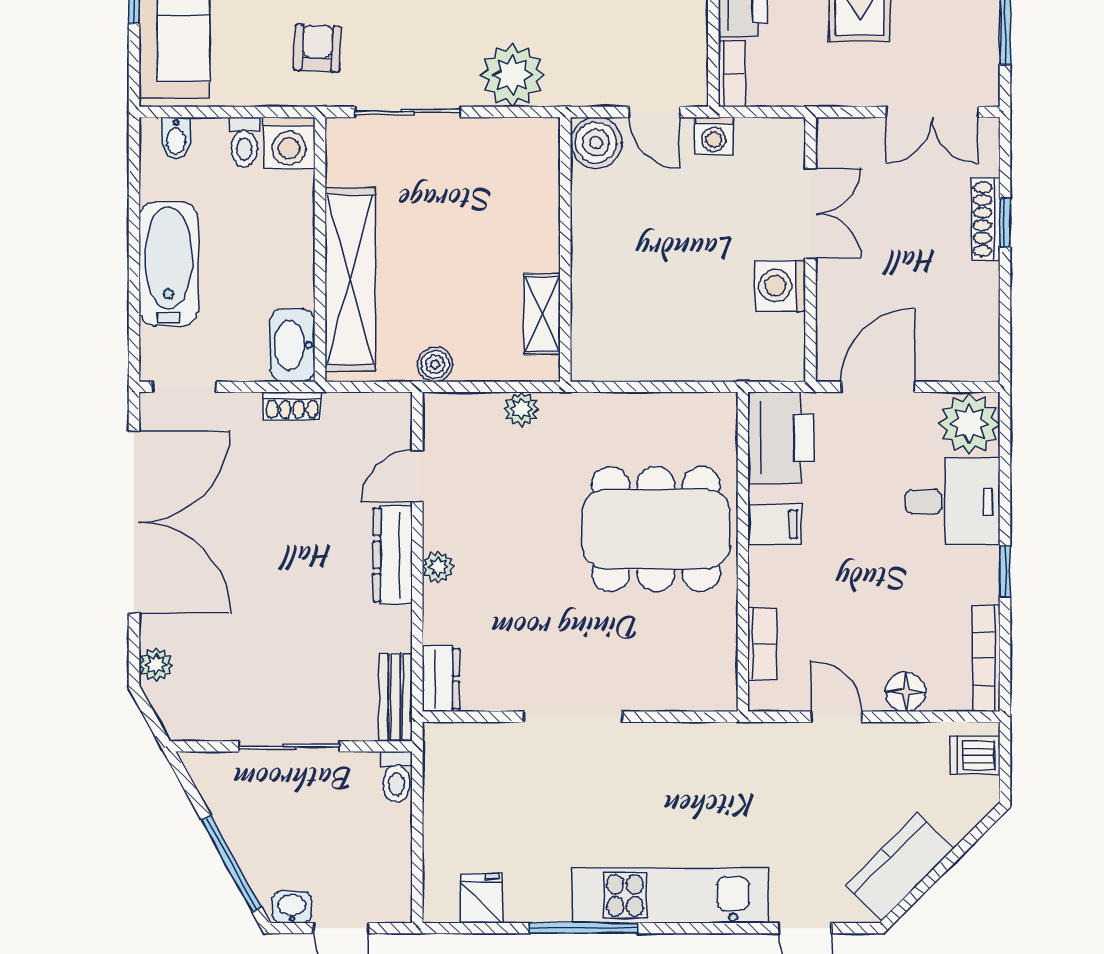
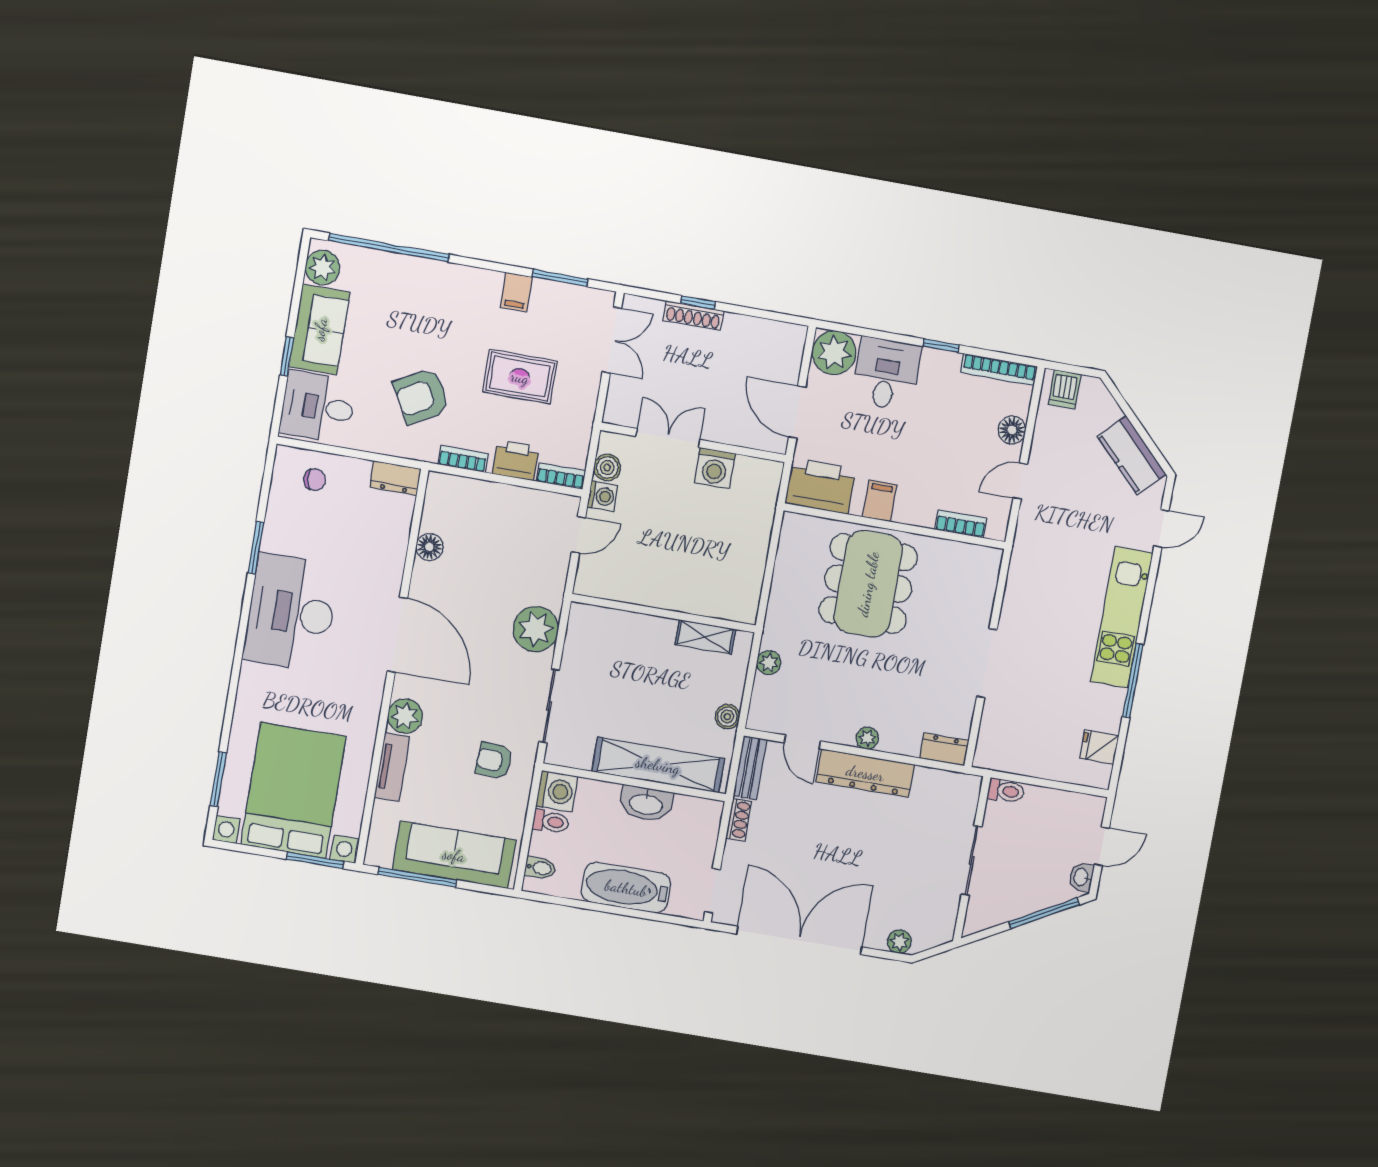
boiler: (596, 143) -> (607, 468), moved, width x0.73, depth x0.73
washbasin: (293, 345) -> (646, 804), moved
dresser: (393, 555) -> (865, 773), width x1.37, depth x1.24
bench: (395, 697) -> (750, 768), moved, turned 90

